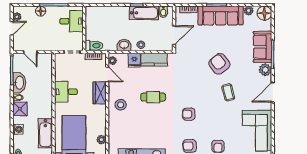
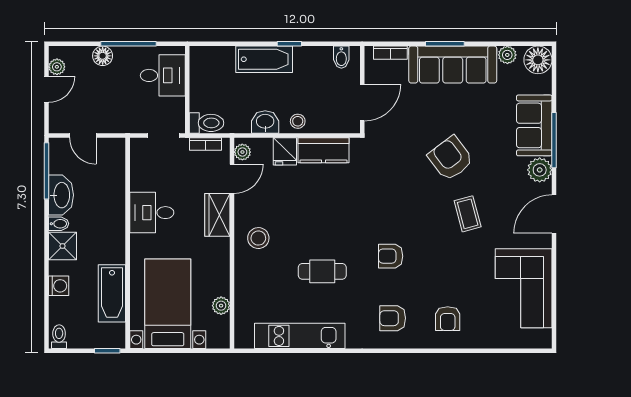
bathtub: (144, 13) -> (264, 59), moved
door: (107, 74) -> (232, 179), hinge flipped
cafe table: (153, 97) -> (322, 271), moved

